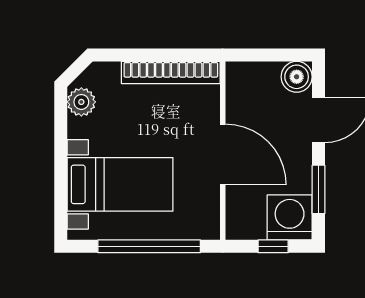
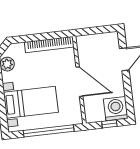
boiler: (297, 77) -> (111, 39), removed
window: (318, 189) -> (128, 93), removed

